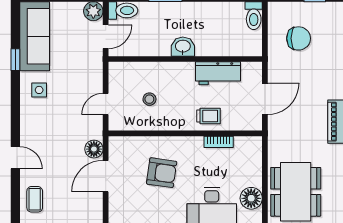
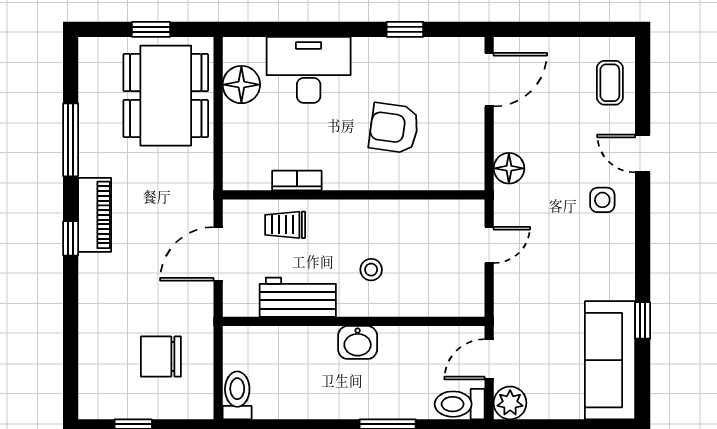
side table: (39, 90) -> (602, 200), moved
stool: (149, 99) -> (371, 270), moved
trolley: (208, 116) -> (285, 225), moved
door: (106, 176) -> (489, 80), moved

